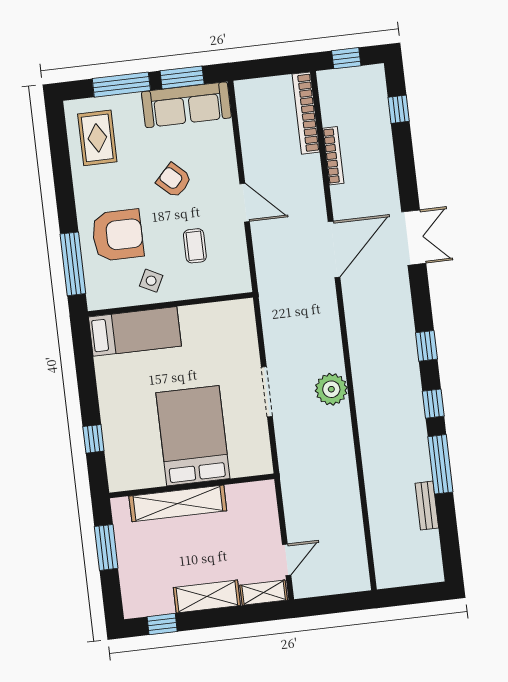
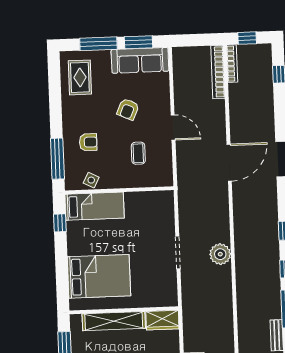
bookcase: (333, 156) -> (232, 64), moved
armchair: (174, 180) -> (128, 109), turned -109
armchair: (118, 235) -> (88, 142), width x0.53, depth x0.53
side table: (151, 281) -> (91, 180), moved
bed: (193, 436) -> (99, 276), moved, turned 90
window: (93, 439) -> (60, 223), moved
wardrobe: (252, 496) -> (162, 320), added

